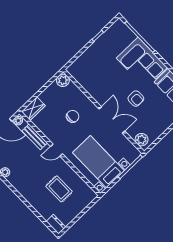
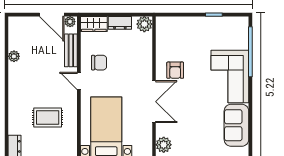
dresser: (48, 93) -> (120, 23), added
armchair: (136, 99) -> (175, 70), moved
chair: (73, 116) -> (99, 63), moved
rug: (59, 189) -> (48, 118), turned 90

